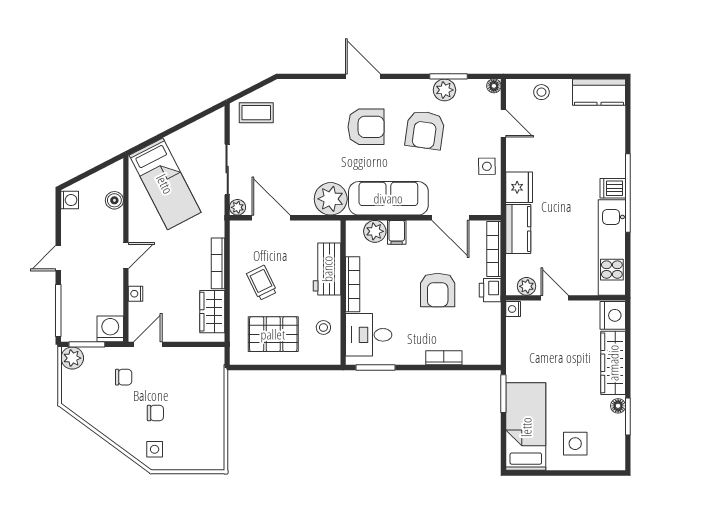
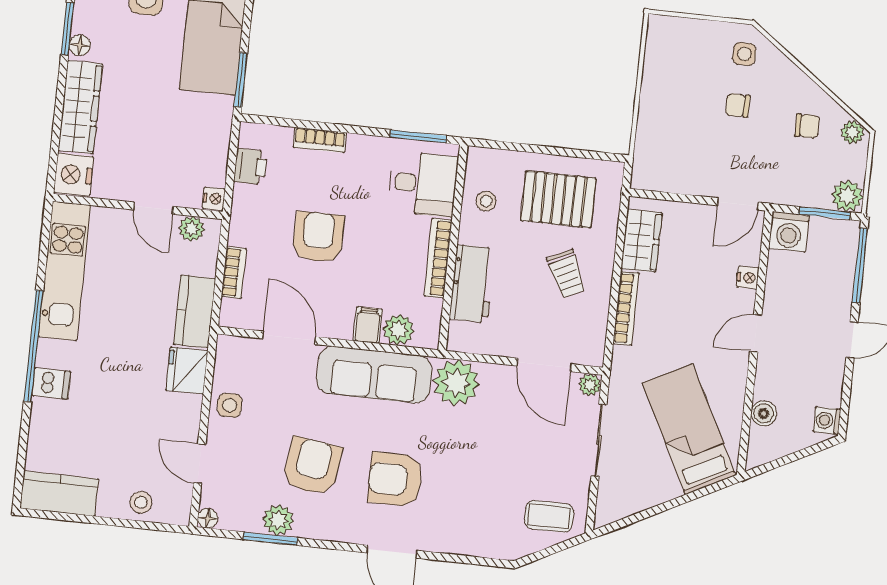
dishwasher: (613, 188) -> (51, 383), moved
bookcase: (494, 249) -> (234, 273), width x0.64
printer: (490, 290) -> (250, 166), moved
chair: (124, 377) -> (807, 126), moved, turned 180
plant: (73, 403) -> (852, 132), added

